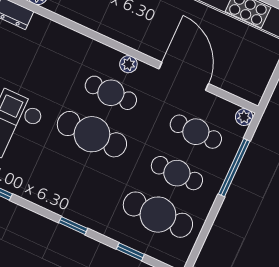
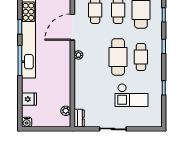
cafe table: (111, 93) -> (141, 57), moved

